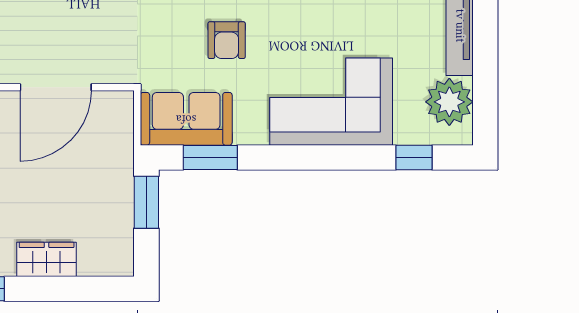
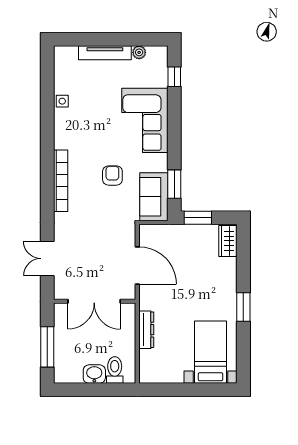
armchair: (227, 40) -> (112, 176), turned -90
plant: (449, 102) -> (139, 52), width x0.53, depth x0.53
wardrobe: (47, 259) -> (228, 241), moved

